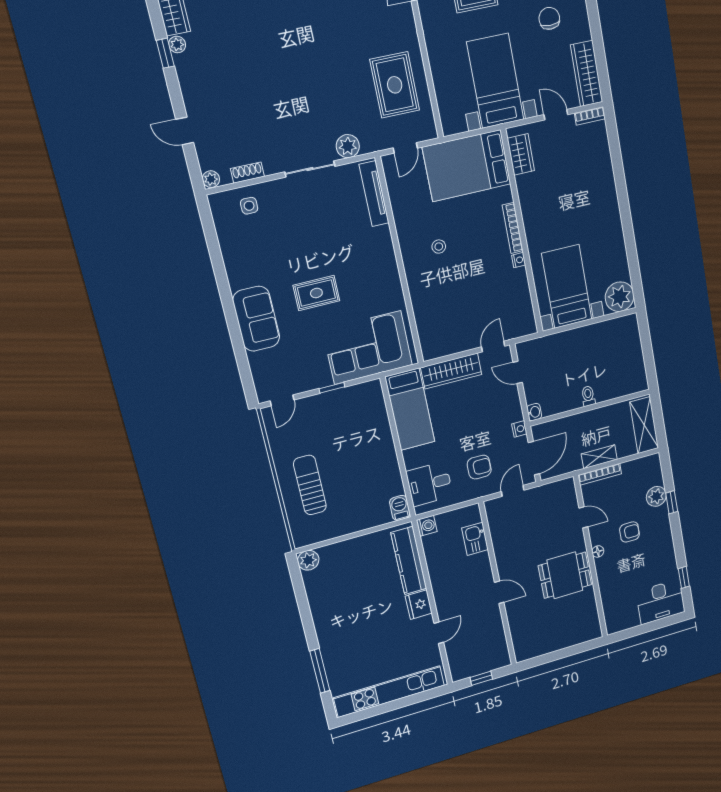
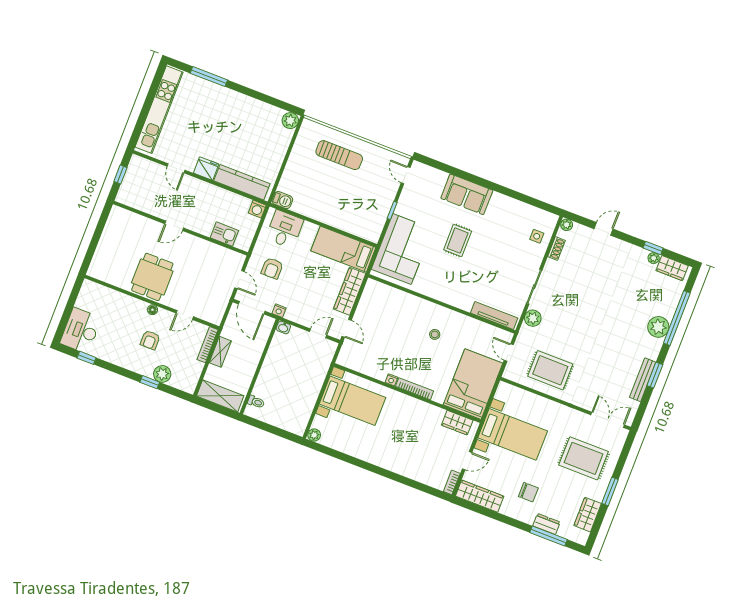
plant: (620, 297) -> (314, 435), width x0.53, depth x0.53
toilet: (588, 396) -> (256, 402), moved

